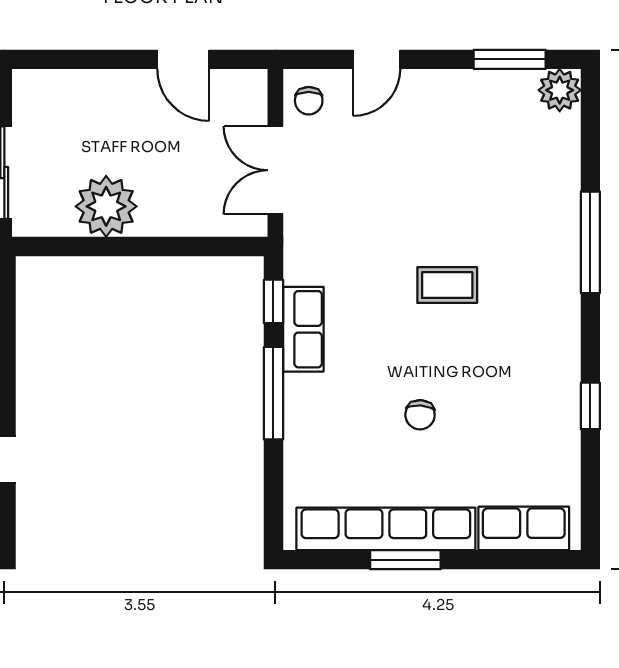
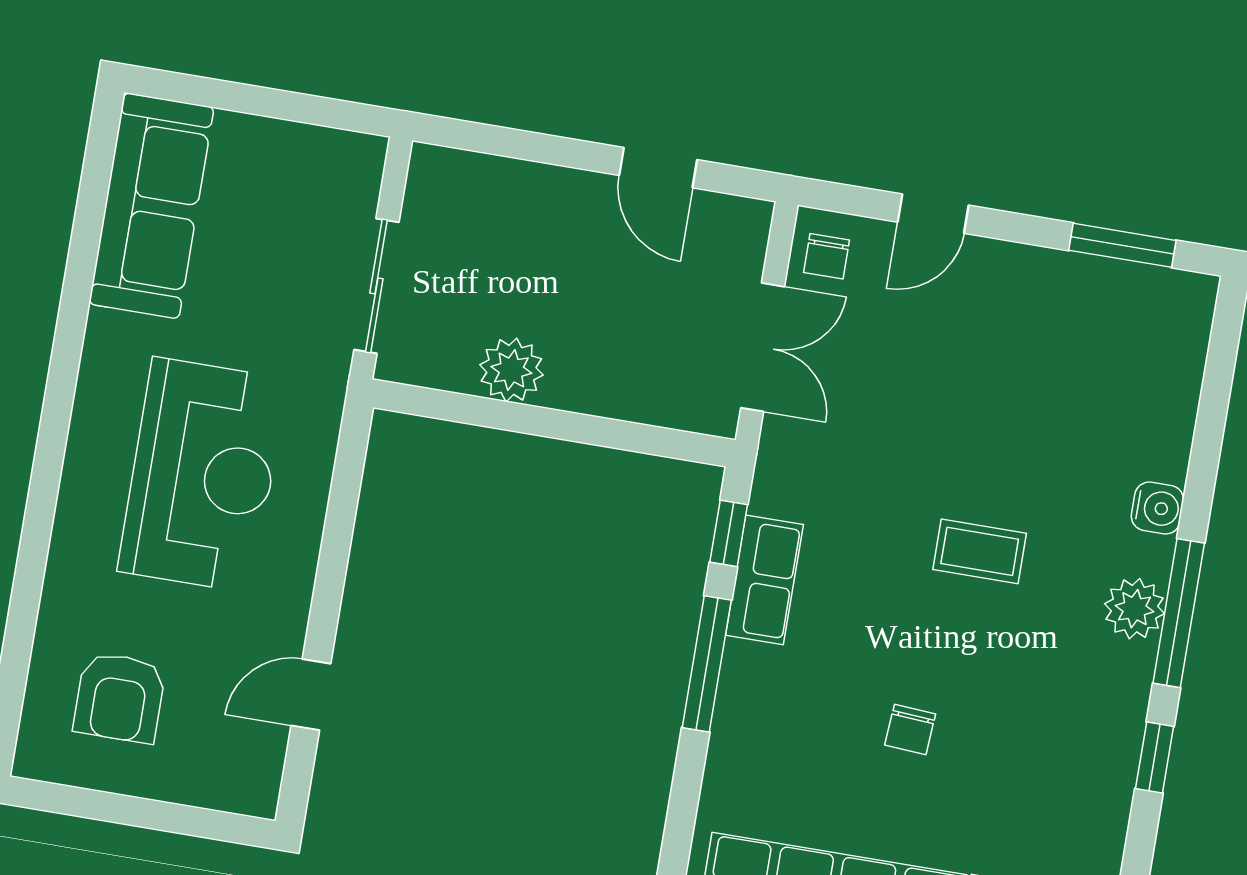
plant: (560, 90) -> (1134, 609), moved
double door: (275, 170) -> (763, 347), swing flipped
plant: (106, 206) -> (511, 370), width x0.73, depth x0.73
water cooler: (564, 235) -> (1157, 508), added
window: (590, 242) -> (1179, 613), moved

